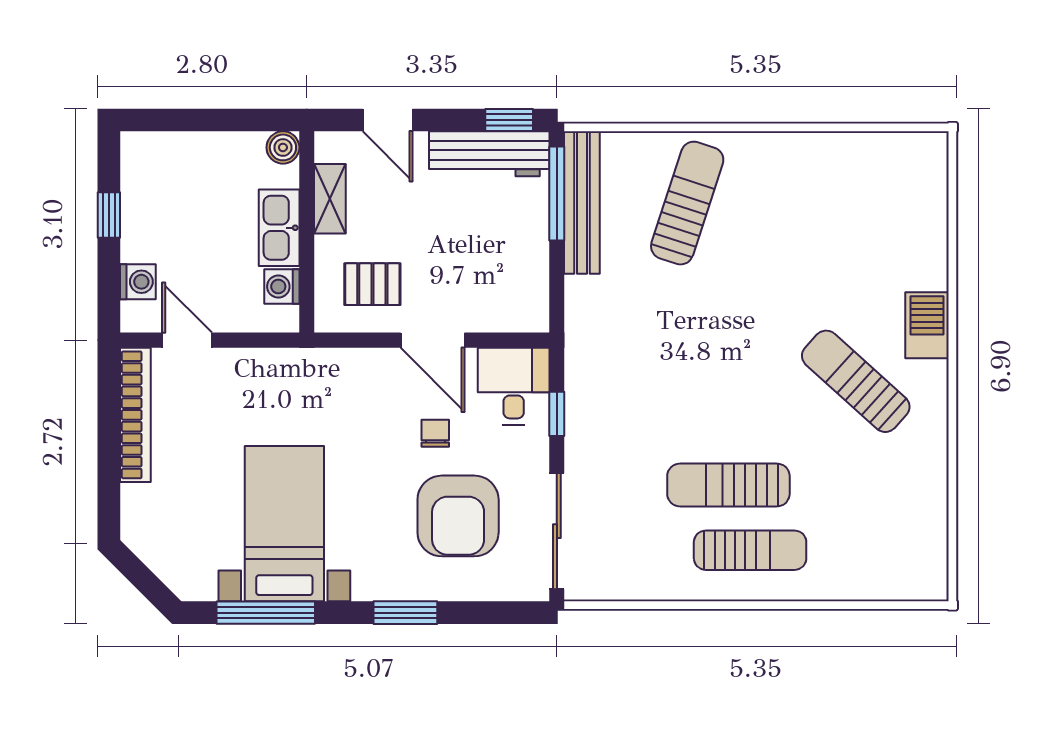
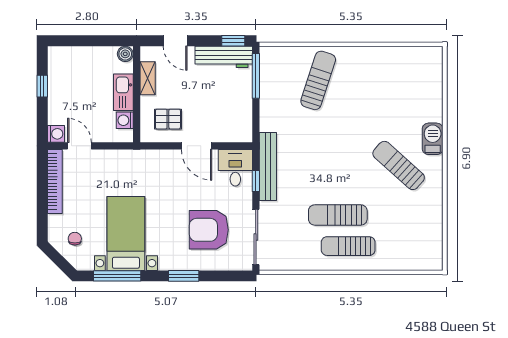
bench: (582, 203) -> (268, 166), moved
washing machine: (138, 282) -> (56, 134), moved
chair: (435, 433) -> (75, 239), moved
armchair: (458, 516) -> (209, 230), turned 90
sun lounger: (750, 550) -> (348, 246), turned 180

